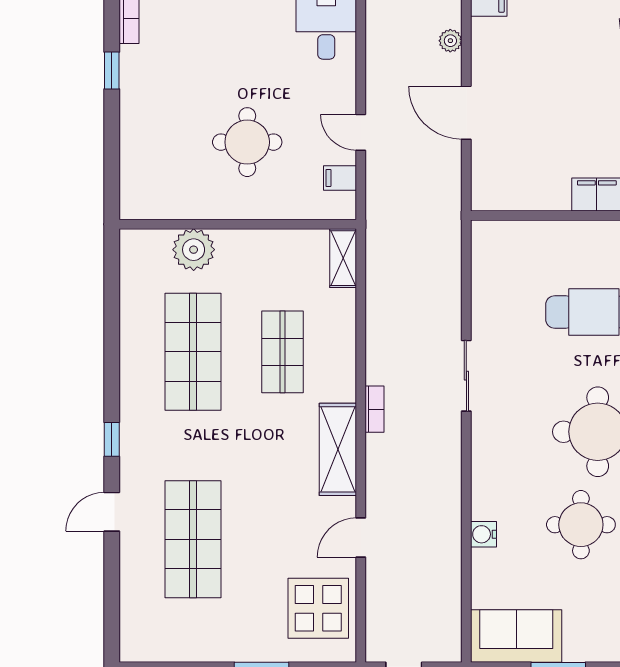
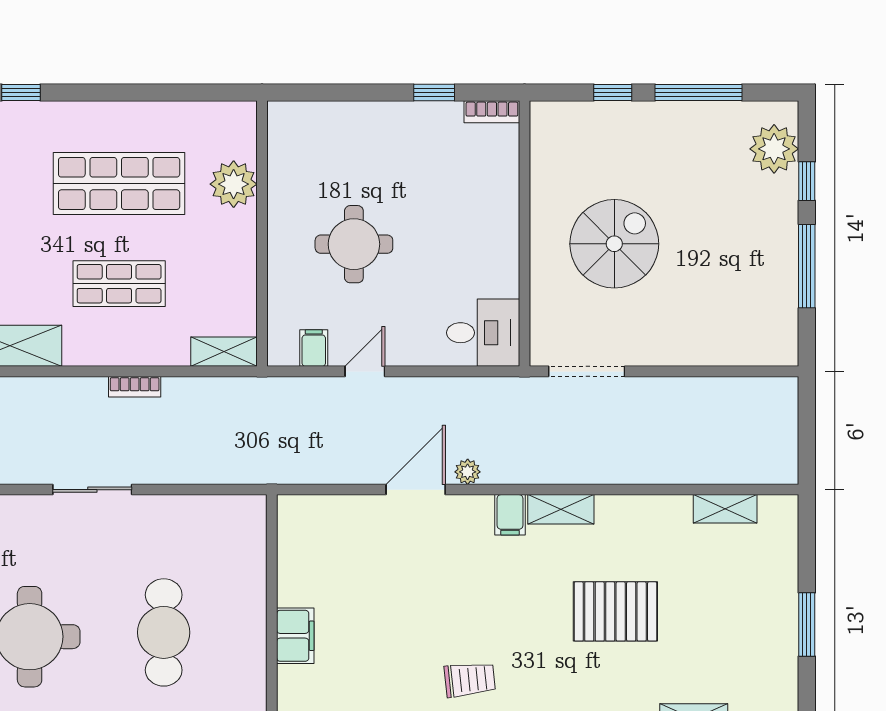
door: (466, 113) -> (416, 490), moved
bookcase: (375, 409) -> (135, 387), moved

